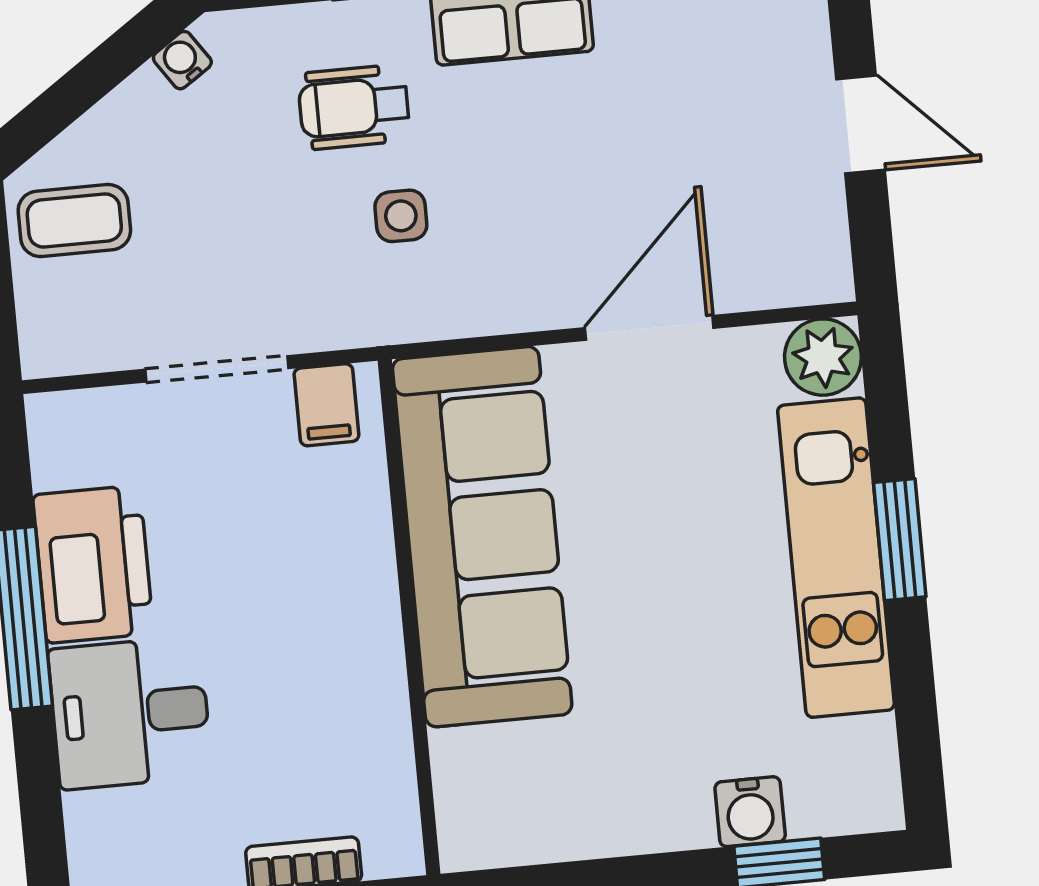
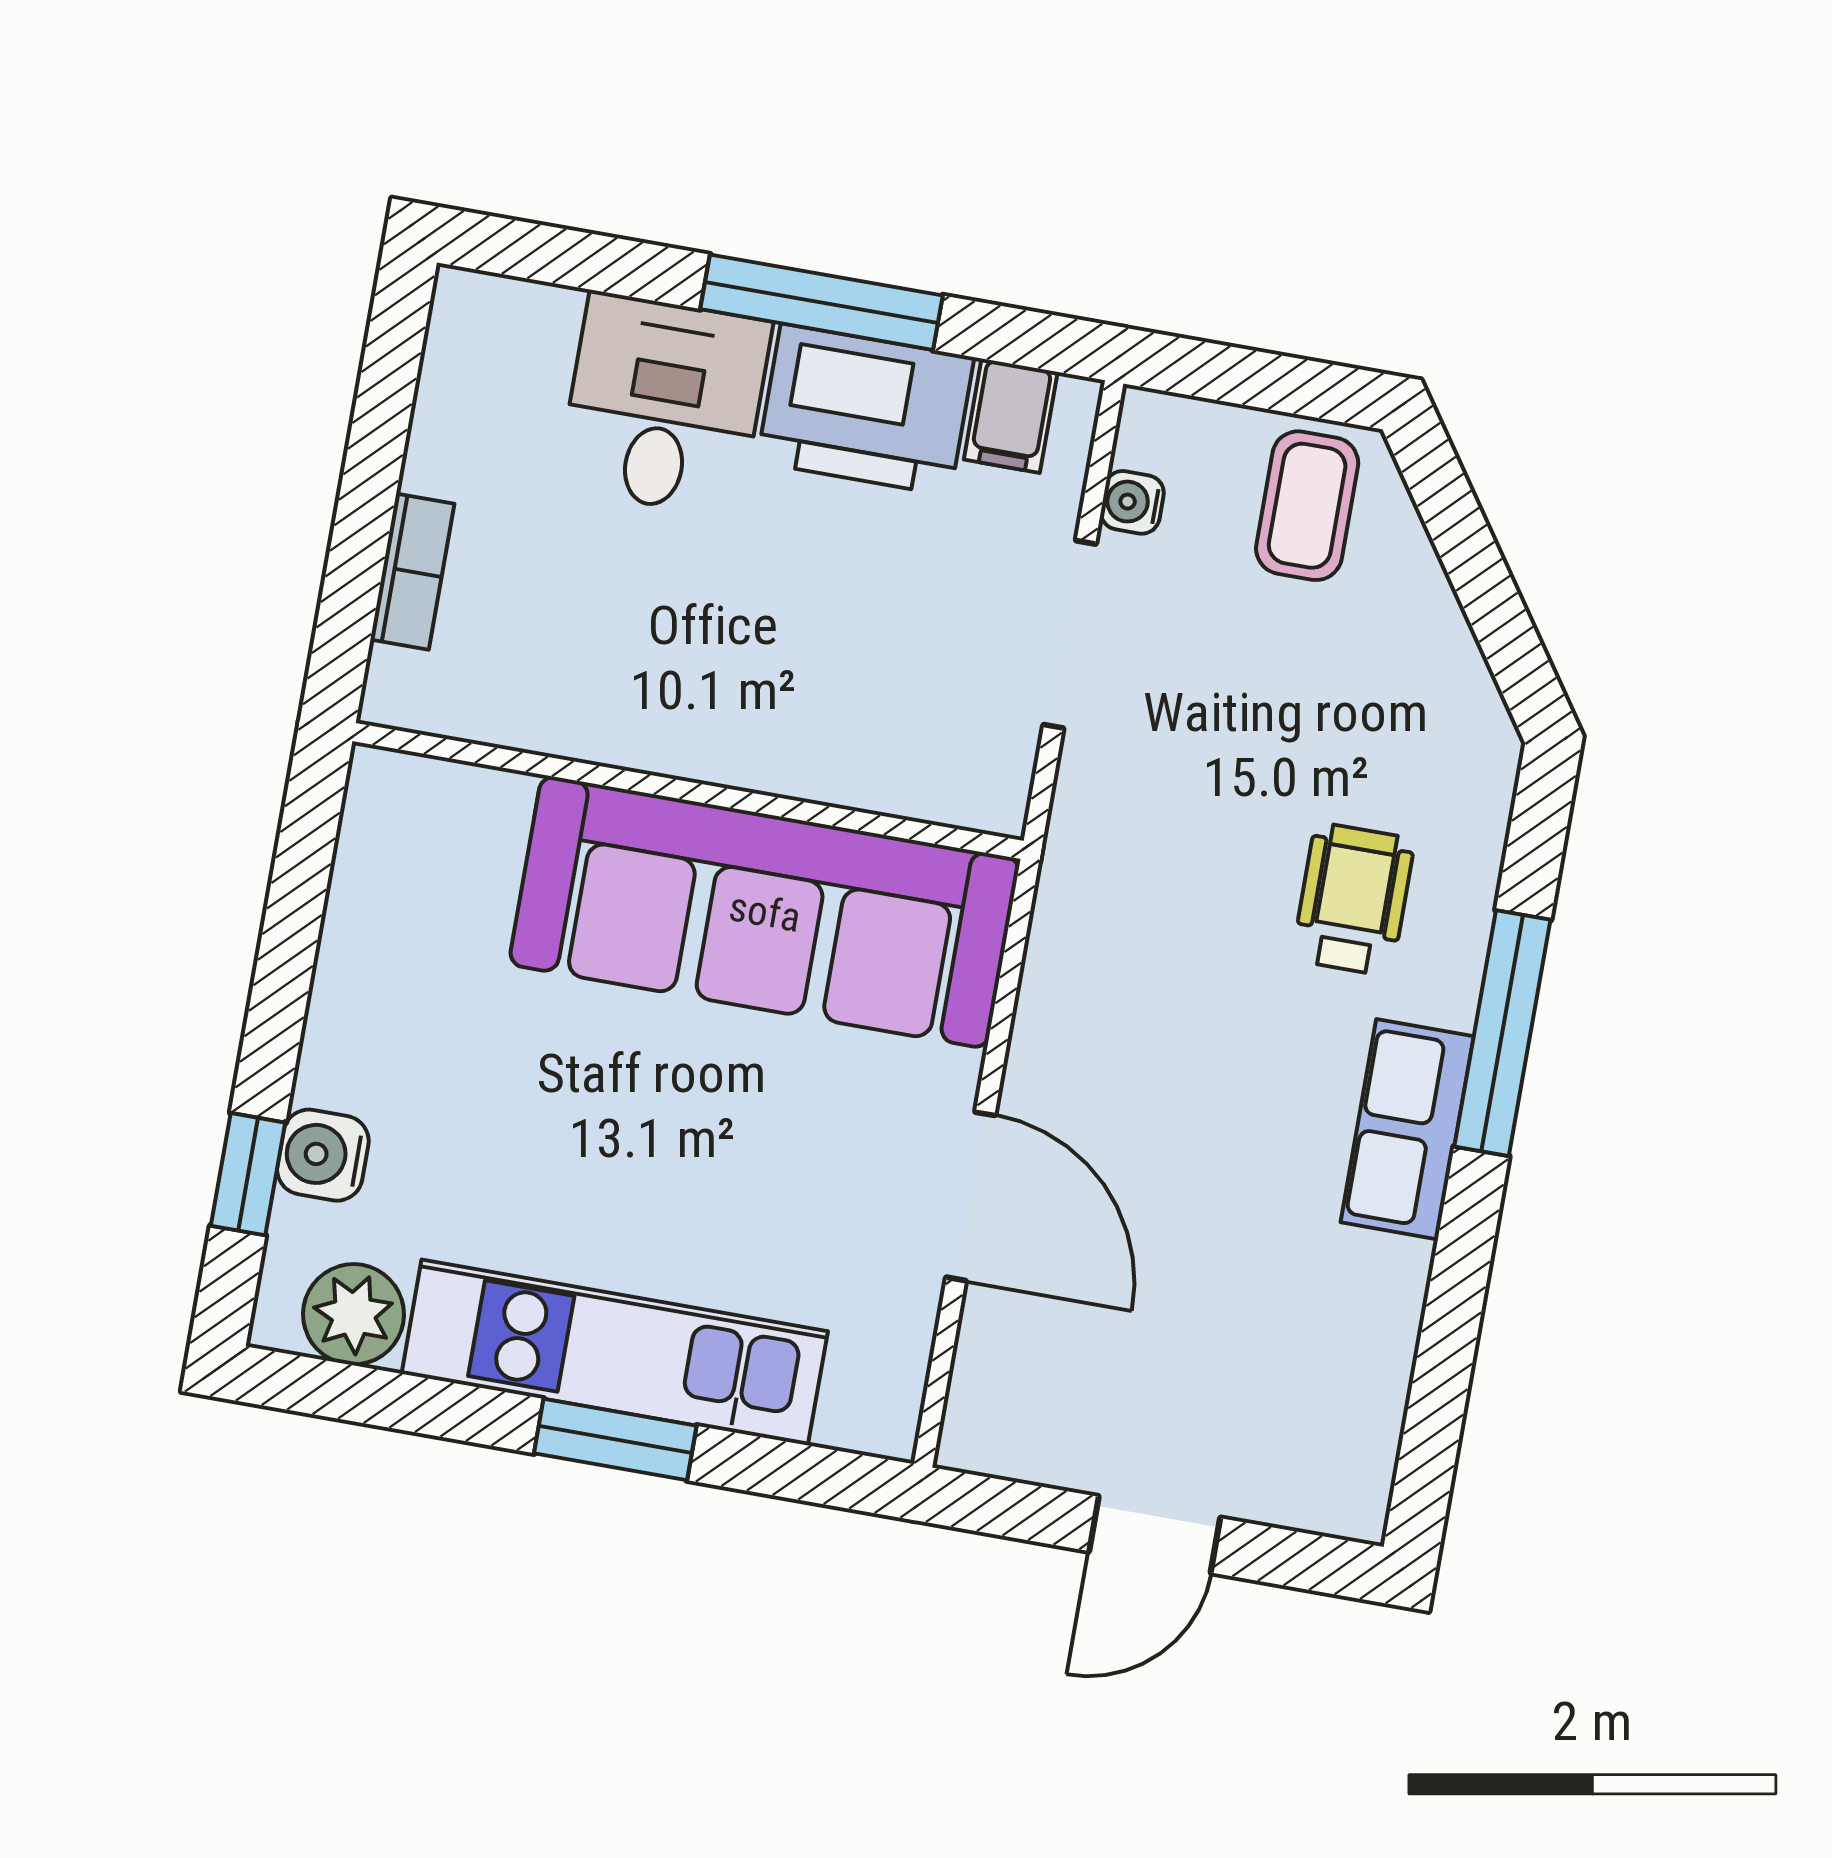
water cooler: (182, 60) -> (1132, 502), moved, turned -146
side table: (401, 216) -> (1199, 921), removed
plant: (823, 357) -> (353, 1314), moved
filing cabinet: (326, 405) -> (1011, 416), moved, turned -90

